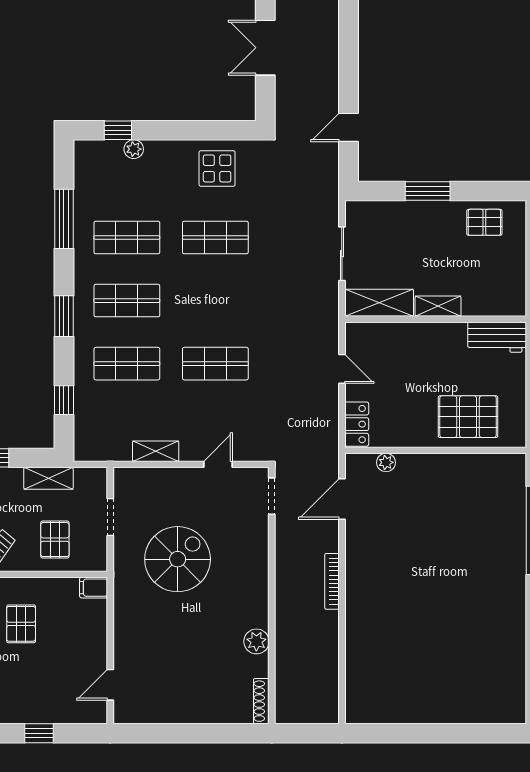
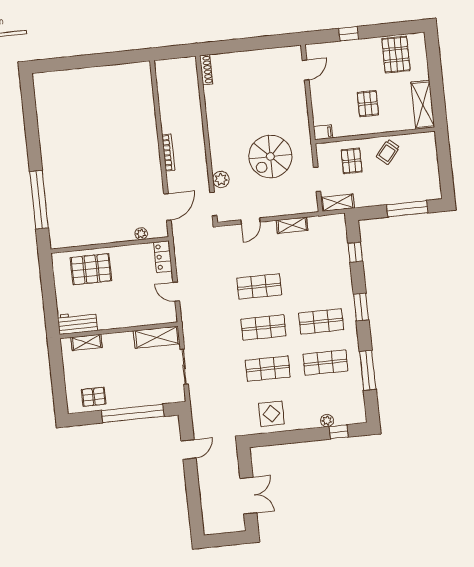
window: (428, 191) -> (133, 413), width x2.11
shelving: (438, 306) -> (86, 342), moved
shop shelf: (127, 364) -> (263, 327), moved
shelving: (48, 478) -> (338, 203), moved
plant: (256, 641) -> (221, 179), moved

